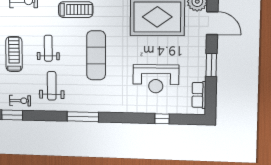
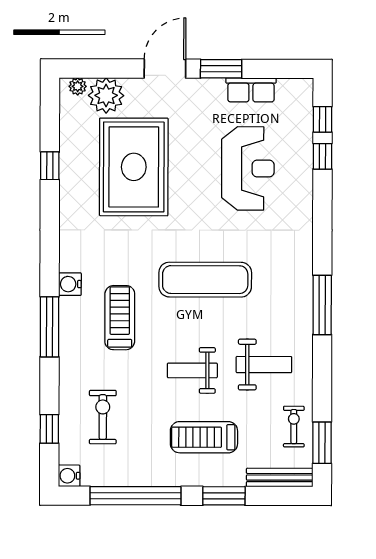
door: (212, 23) -> (165, 69), moved
weight bench: (52, 86) -> (264, 365), turned 180
row of seats: (199, 95) -> (251, 90), moved
window: (182, 119) -> (323, 119), added

